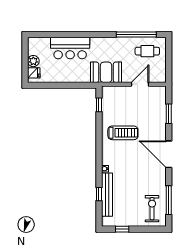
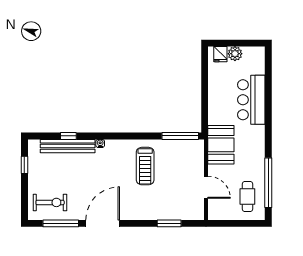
window: (99, 105) -> (180, 136), width x2.17
door: (169, 154) -> (103, 223), moved

